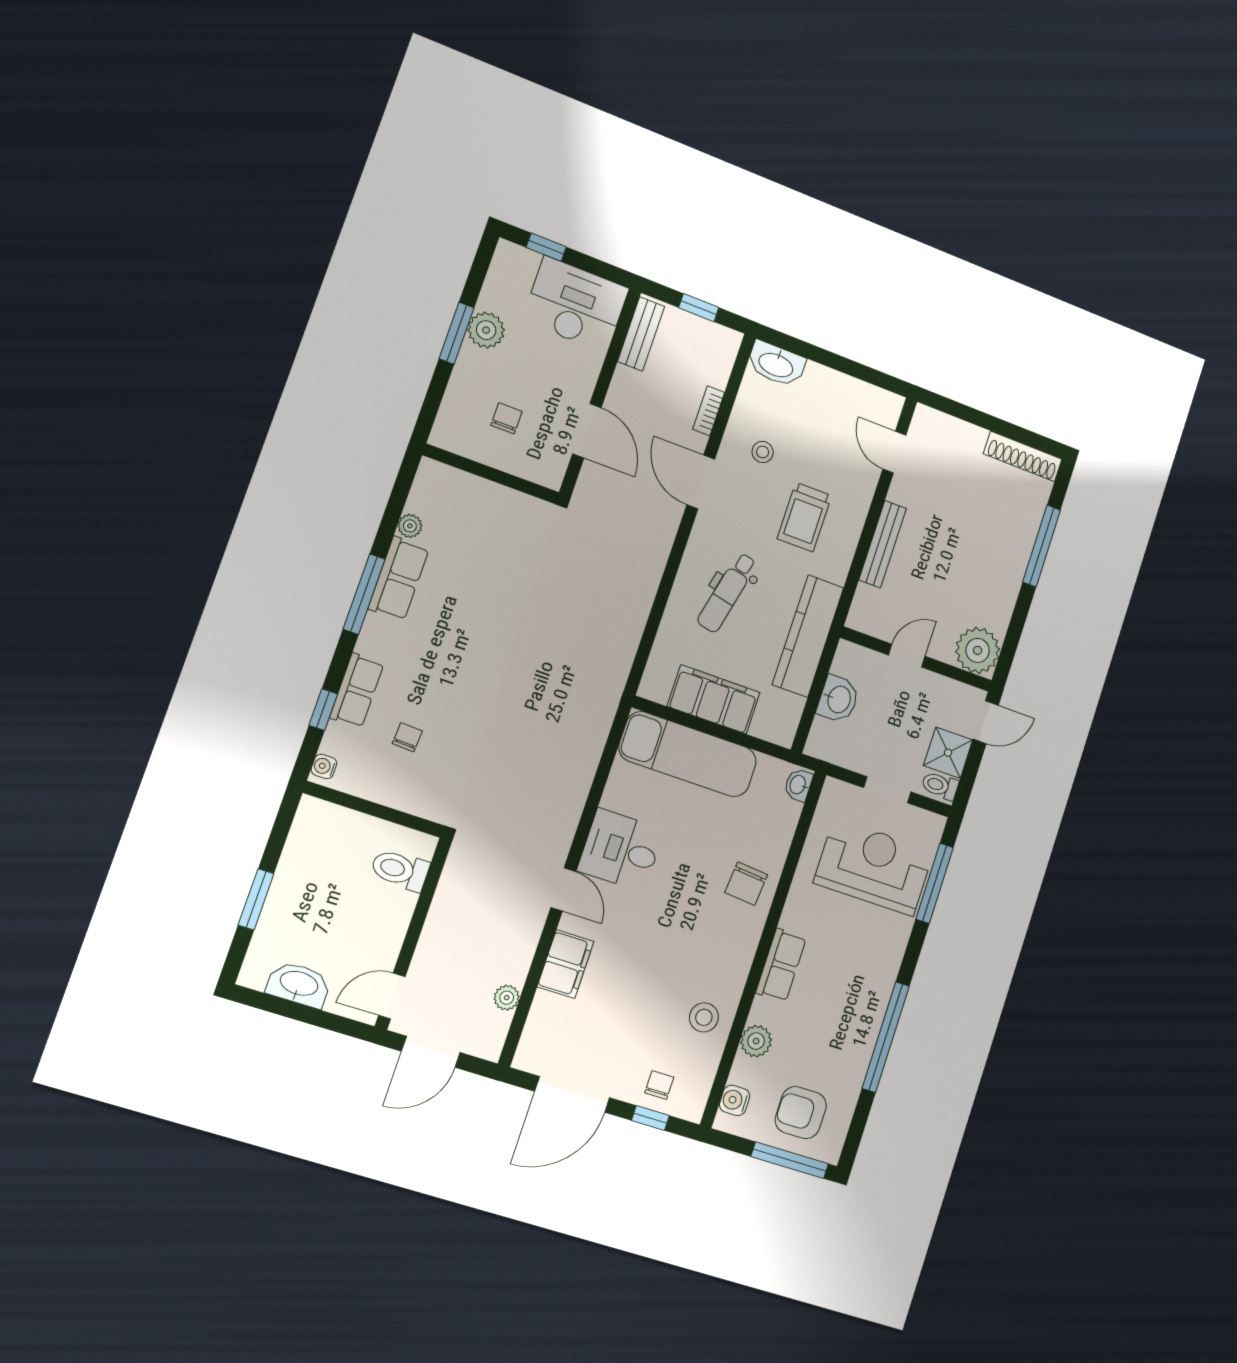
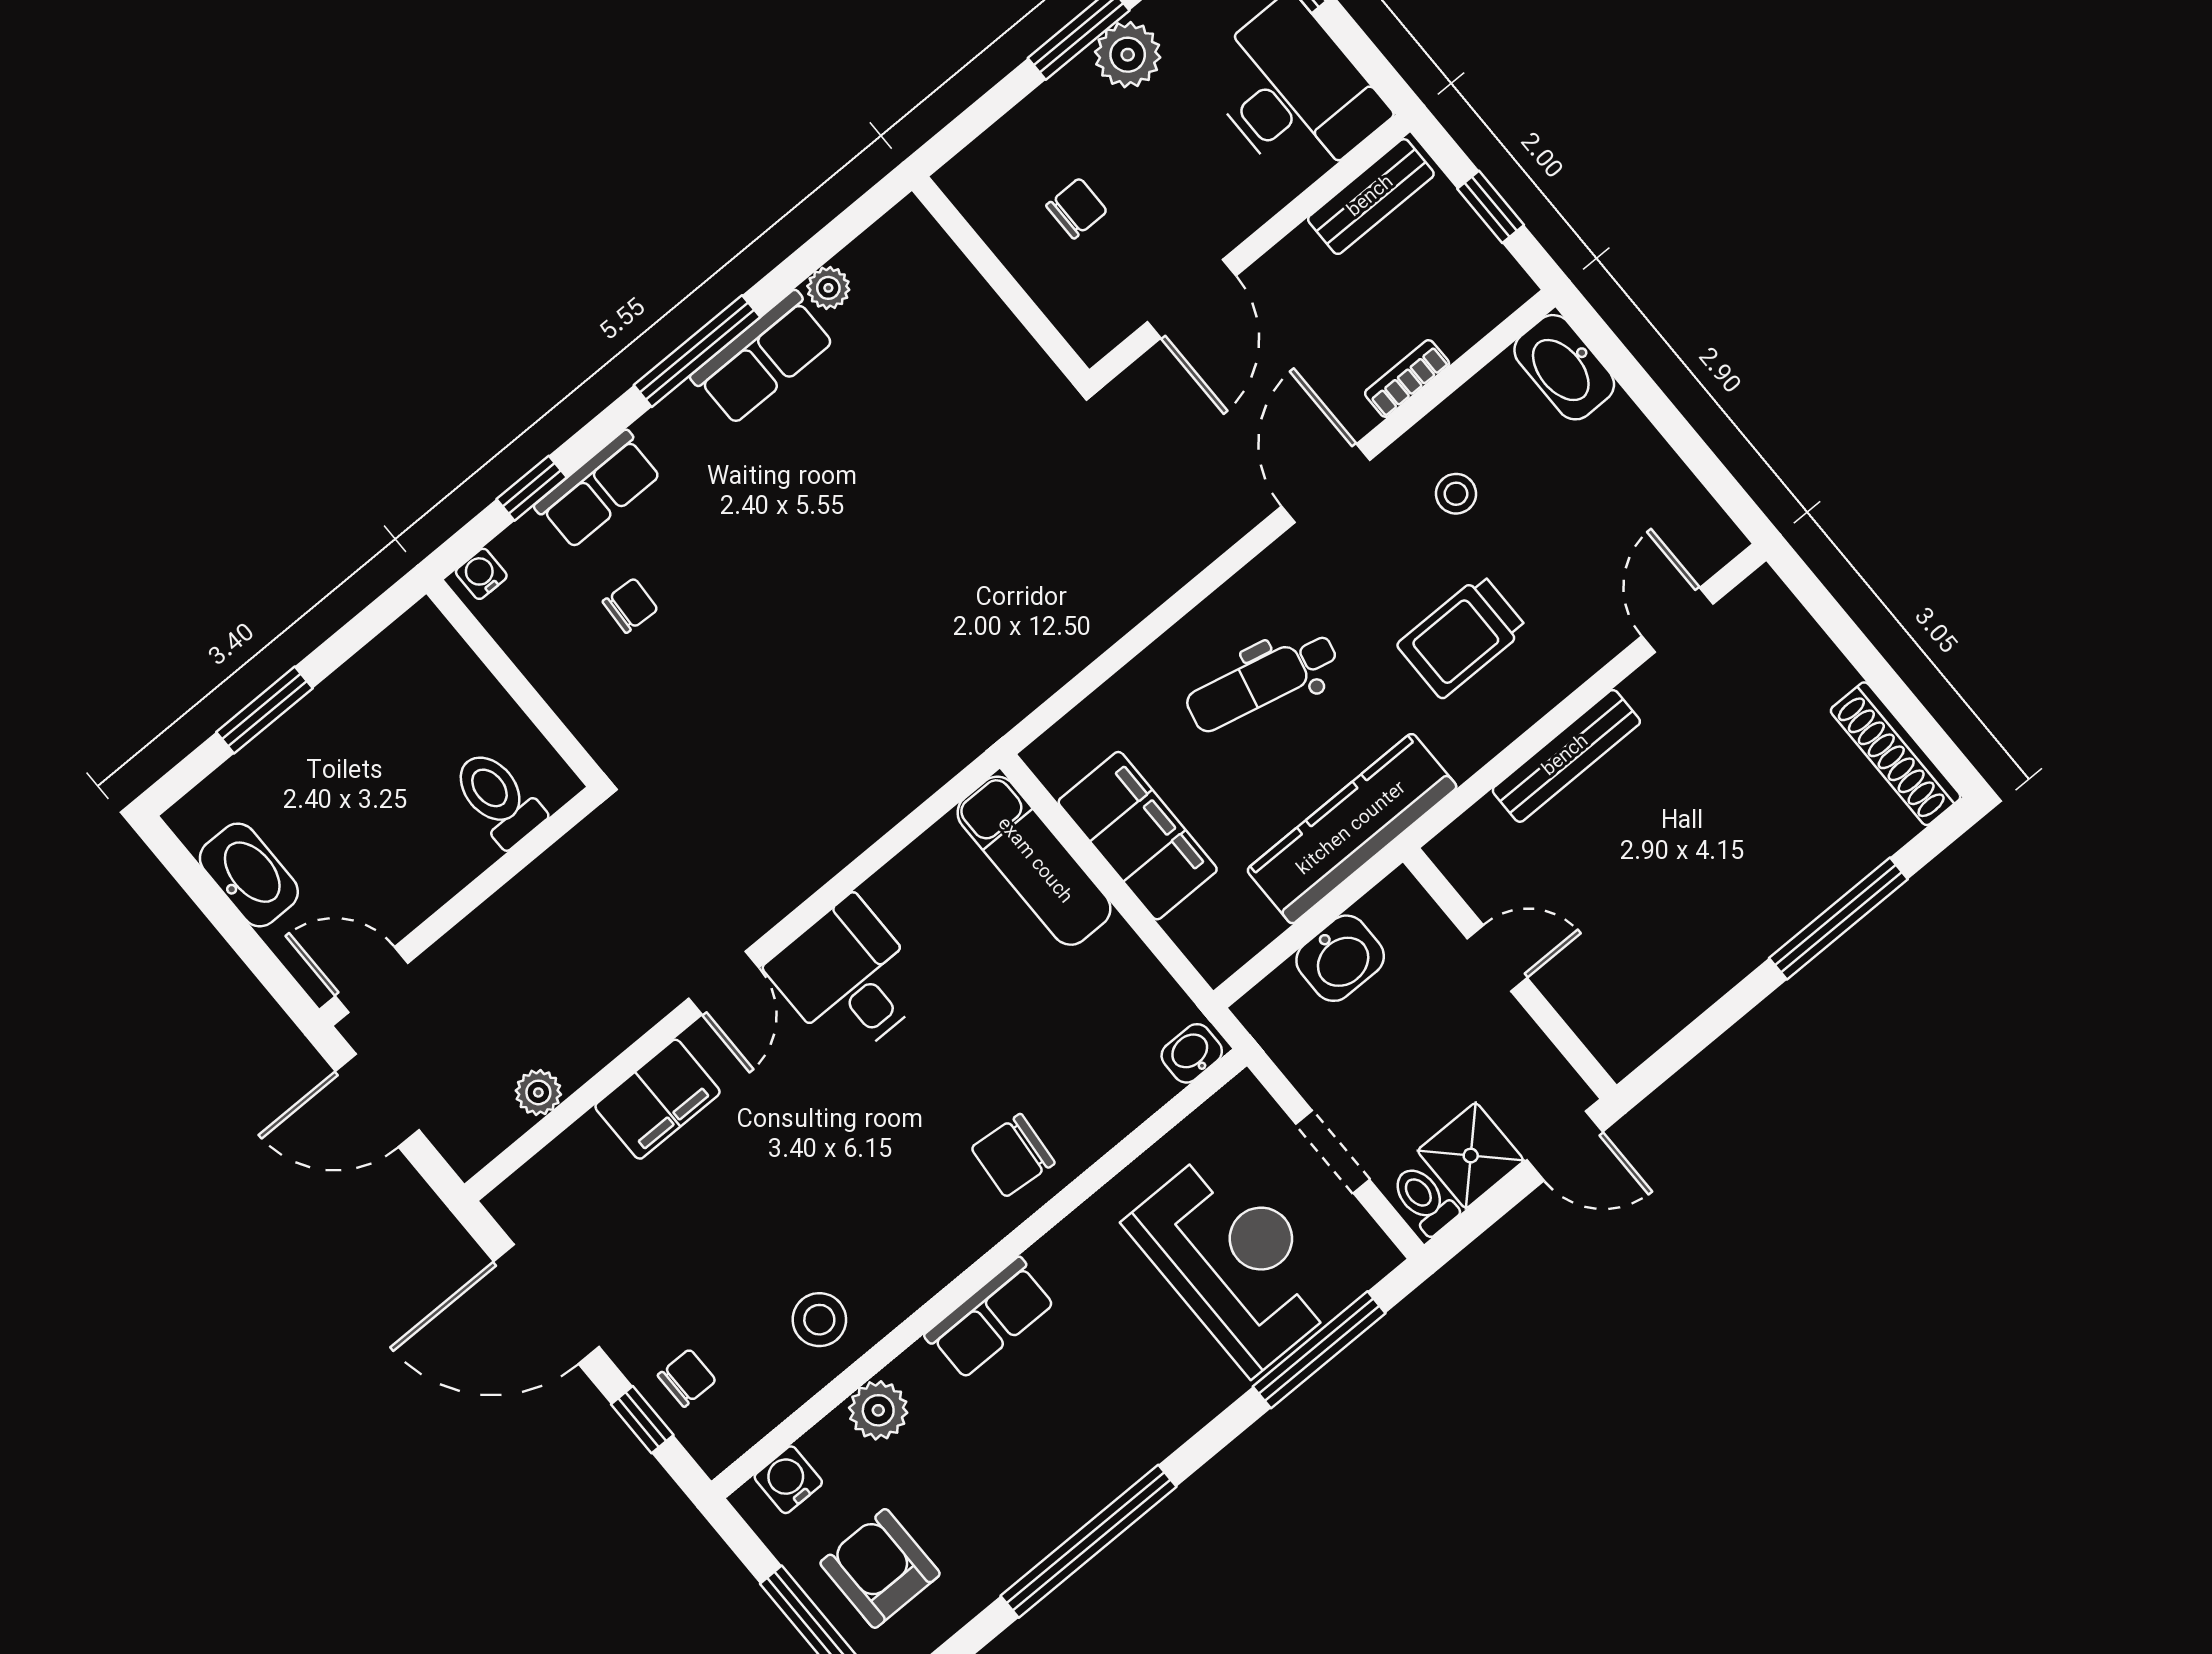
plant: (978, 650) -> (1622, 1022), removed
exam couch: (688, 754) -> (1034, 861), width x0.73, depth x0.69

